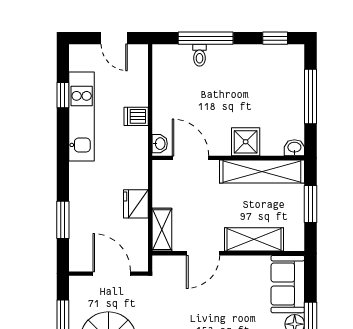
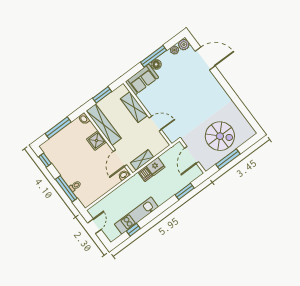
dishwasher: (136, 116) -> (145, 174), moved
shelving: (162, 230) -> (142, 160), moved

